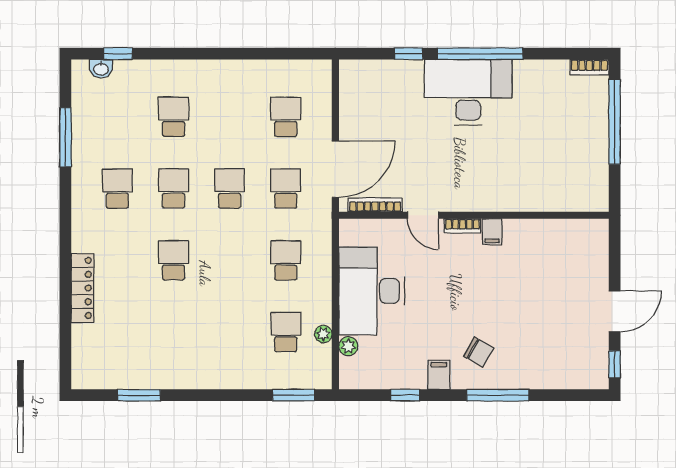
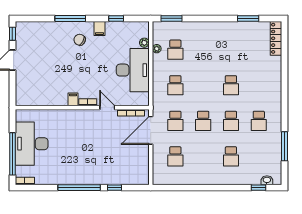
desk: (468, 92) -> (32, 144), moved, turned 90
locker: (83, 288) -> (276, 38), moved

